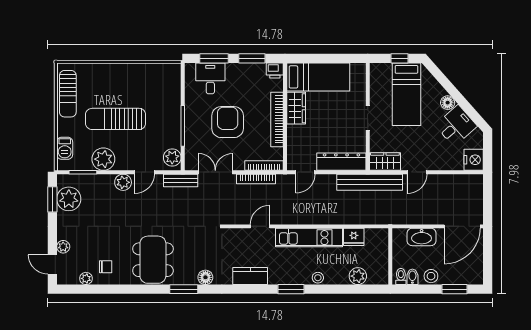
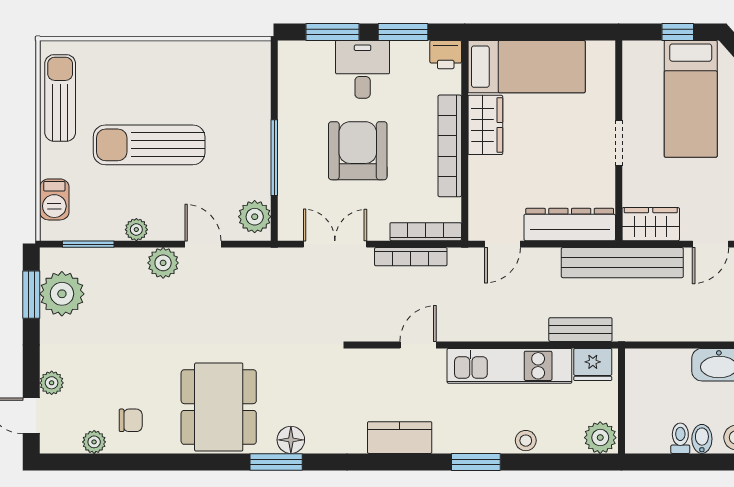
desk: (210, 78) -> (363, 69), moved
sun lounger: (68, 94) -> (60, 98), turned 180
plant: (103, 159) -> (136, 230), width x0.53, depth x0.53
door: (144, 172) -> (203, 244), swing flipped
bench: (181, 180) -> (580, 330), moved
wall: (390, 256) -> (621, 401), moved
floor lamp: (205, 277) -> (291, 440), moved

